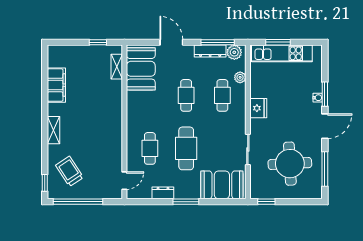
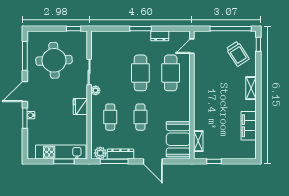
plant: (240, 77) -> (96, 90), moved
cafe table: (150, 148) -> (171, 73), width x1.37, depth x1.35
booth: (222, 185) -> (111, 43), removed

